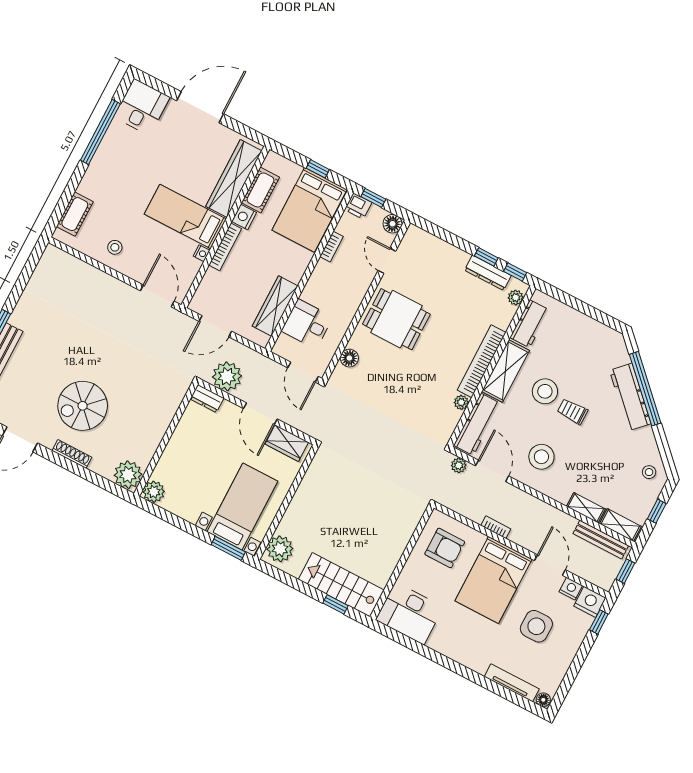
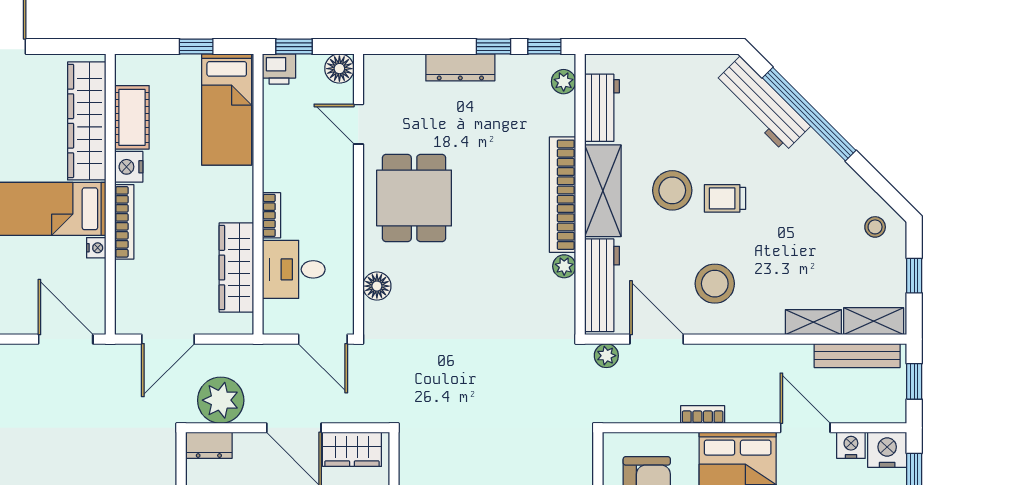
bed: (309, 210) -> (227, 109), width x0.67
bookcase: (332, 247) -> (271, 215), moved
dresser: (488, 273) -> (460, 67), moved
dining table: (396, 319) -> (414, 198), turned 90
workbench: (630, 397) -> (762, 104), moved

